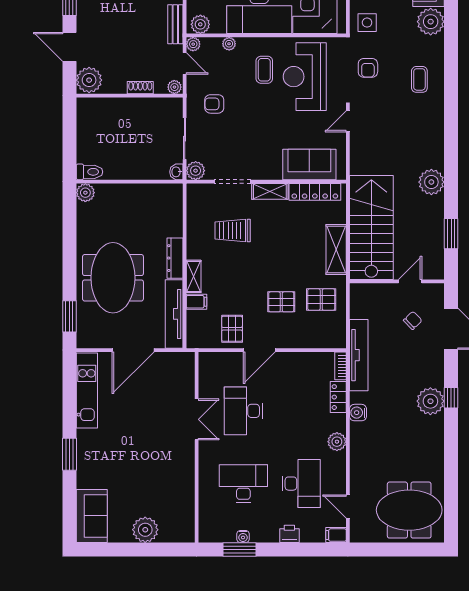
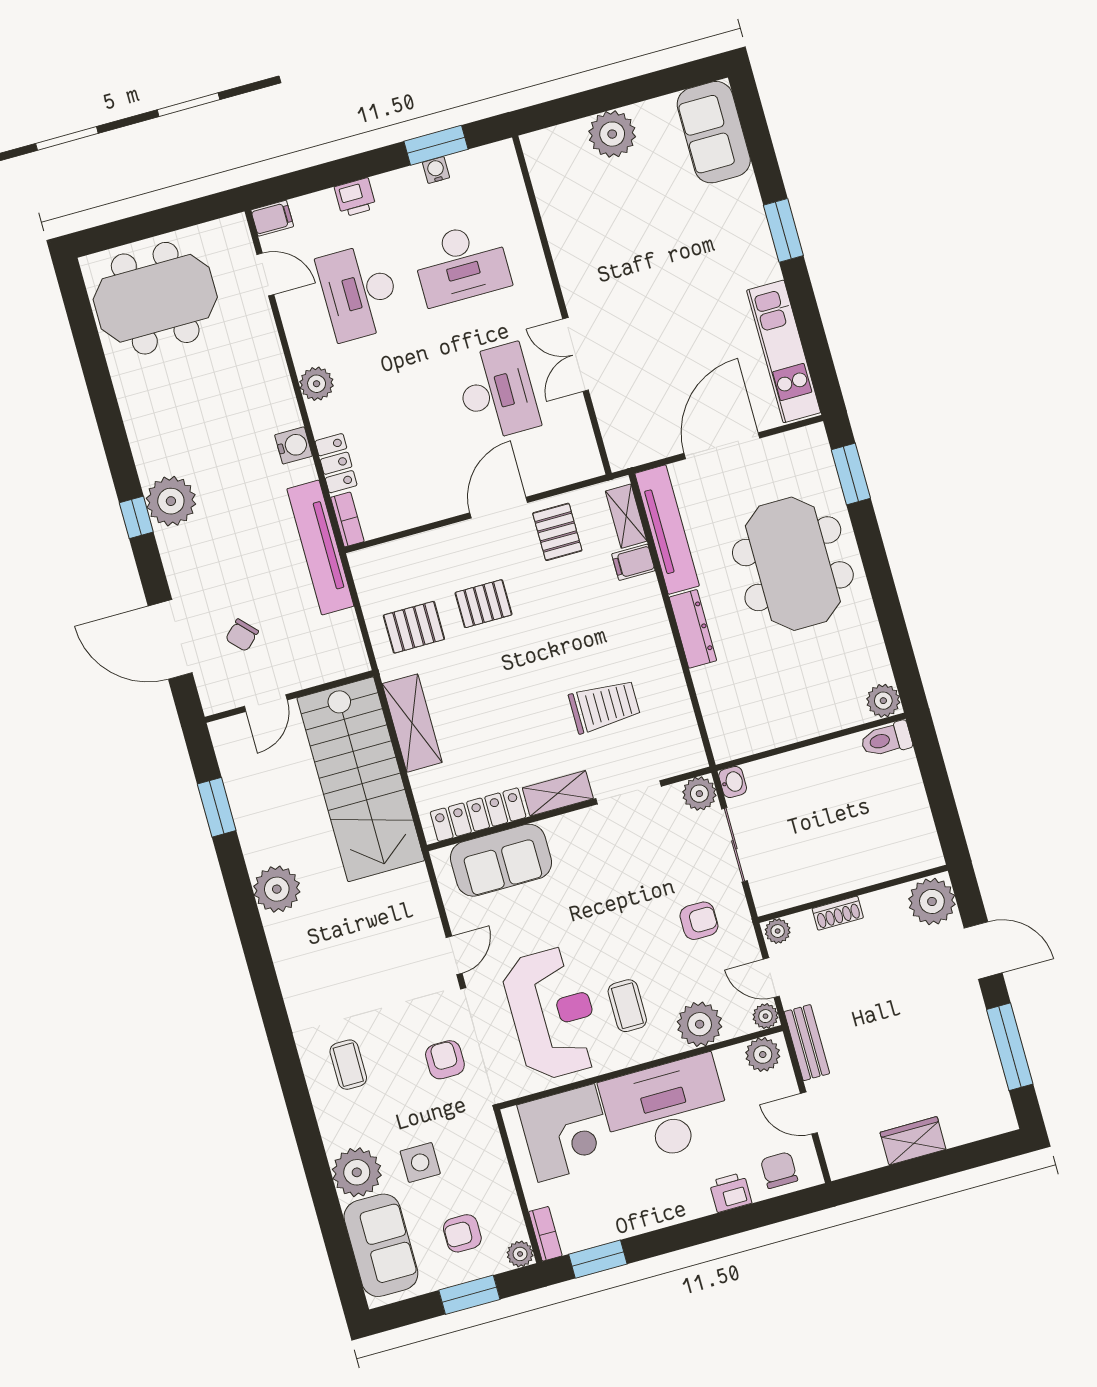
side table: (367, 23) -> (420, 1162), moved
plant: (229, 44) -> (700, 1024), width x1.88, depth x1.88
shelving: (194, 276) -> (626, 516), moved

